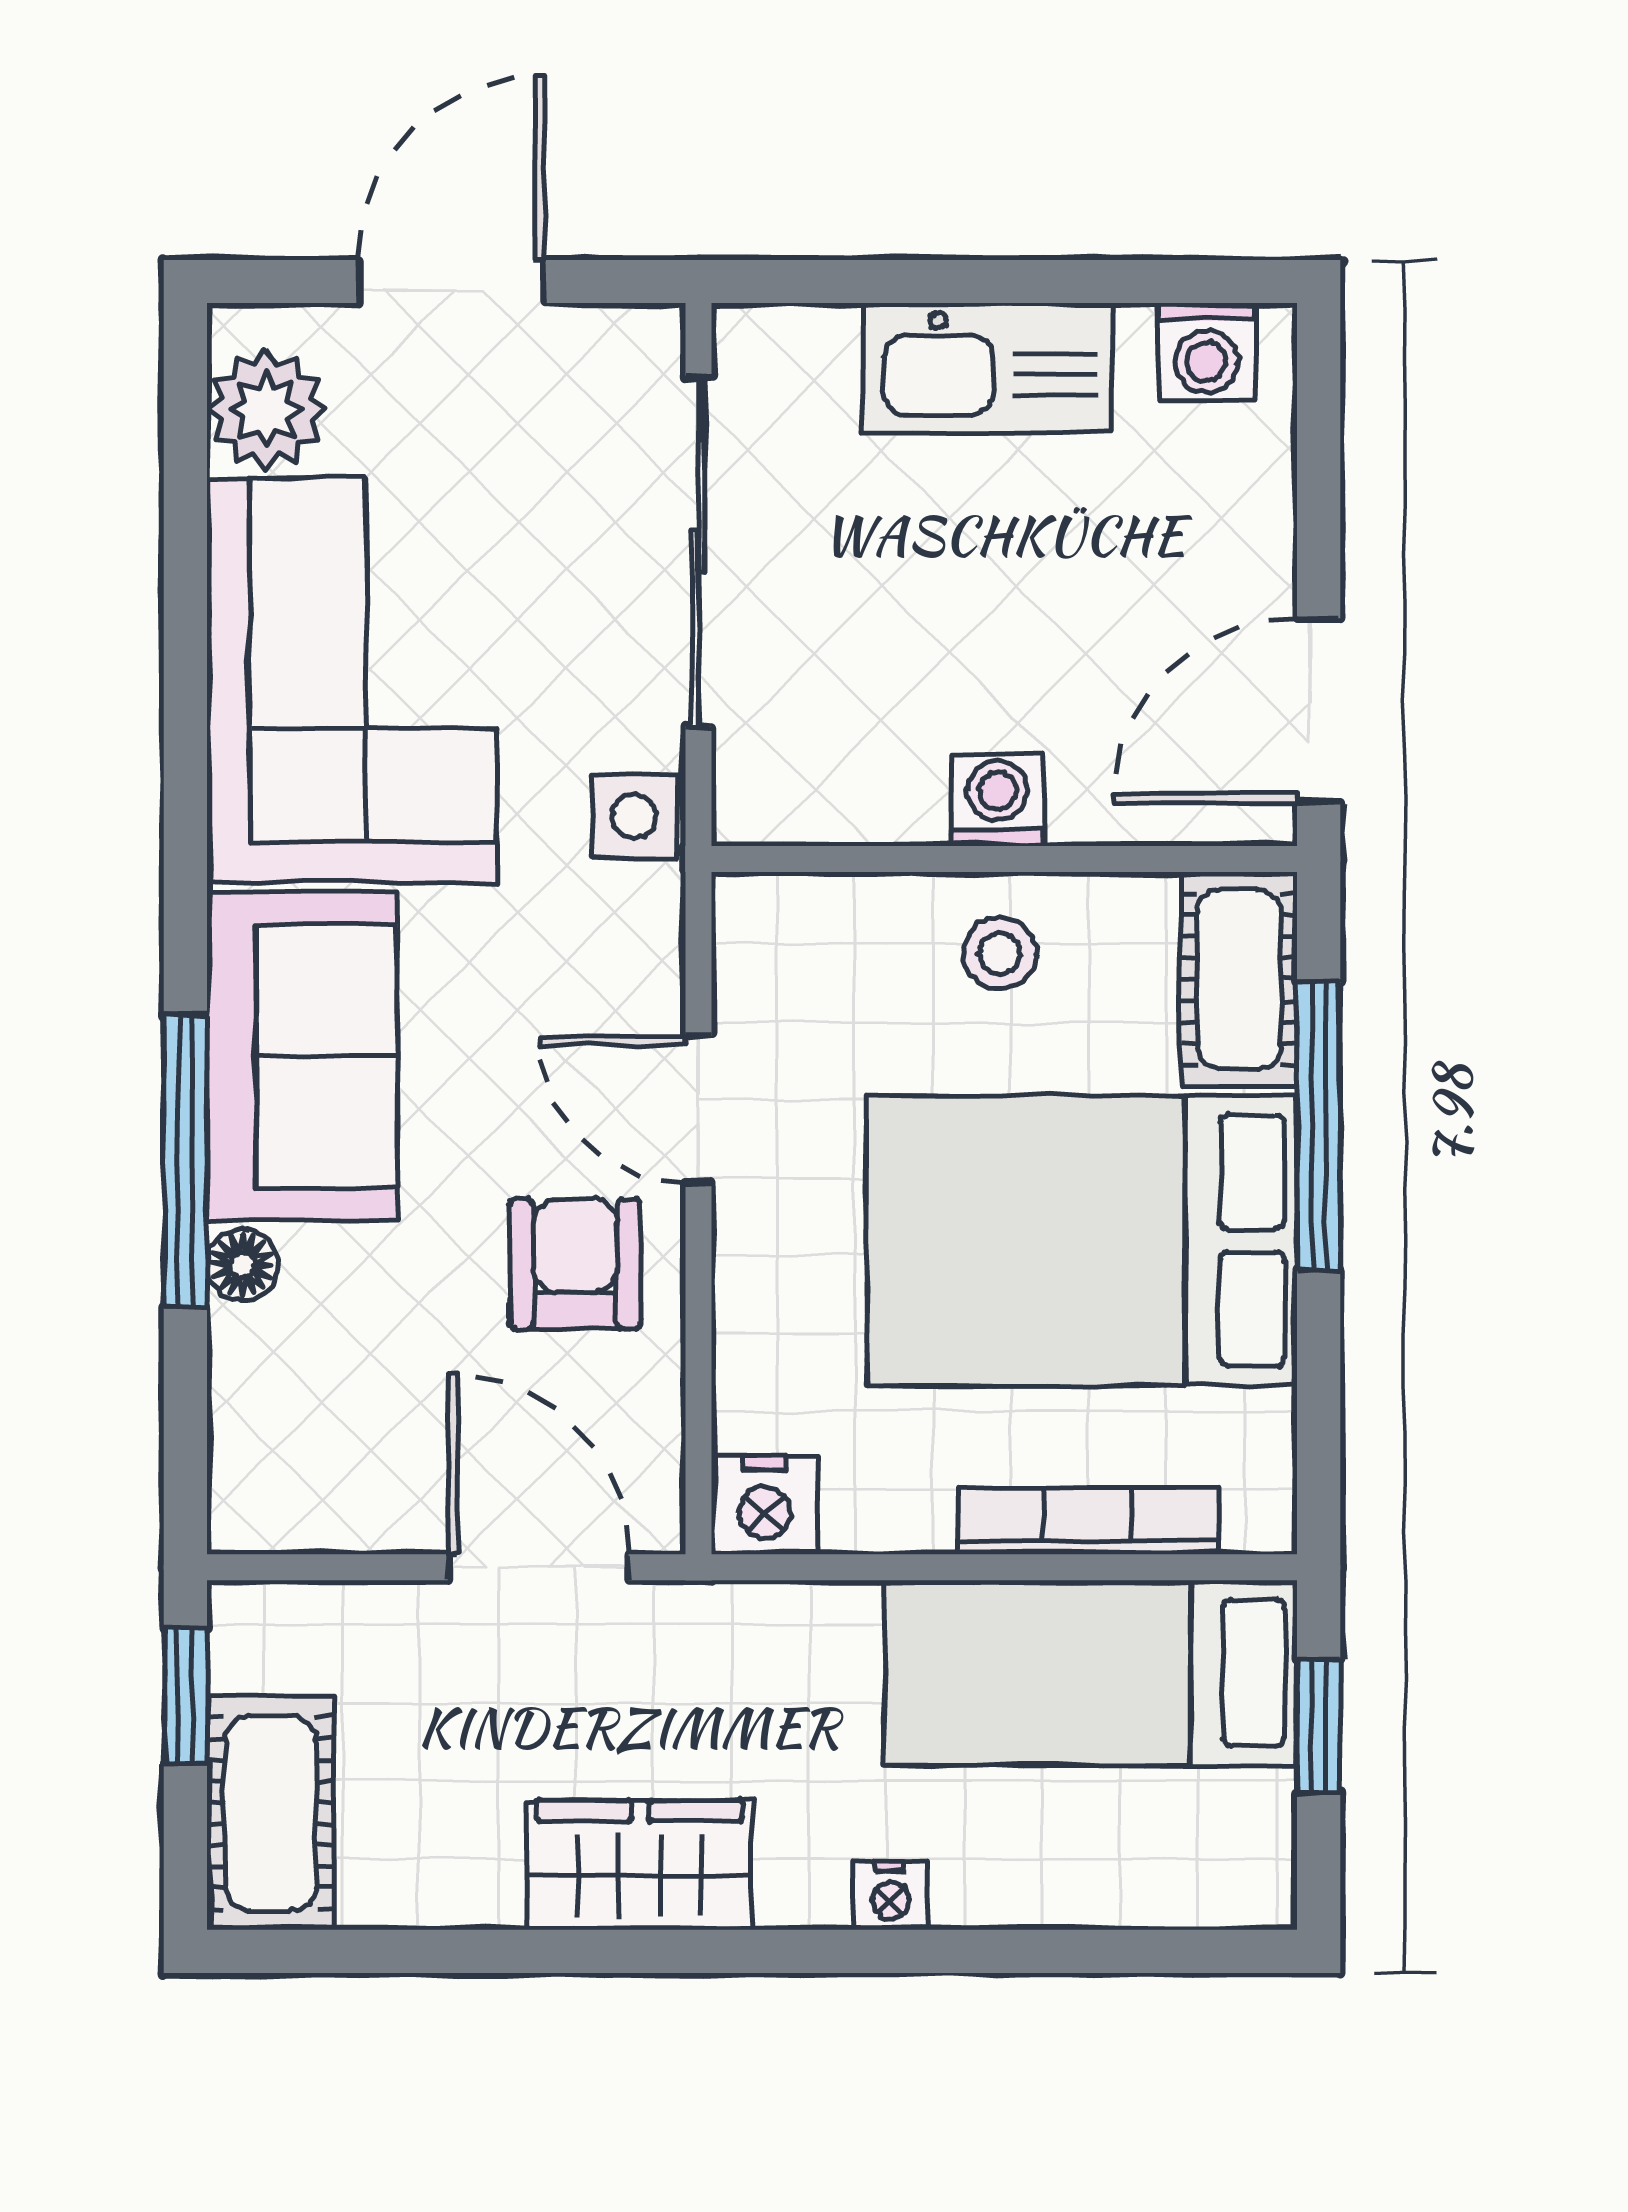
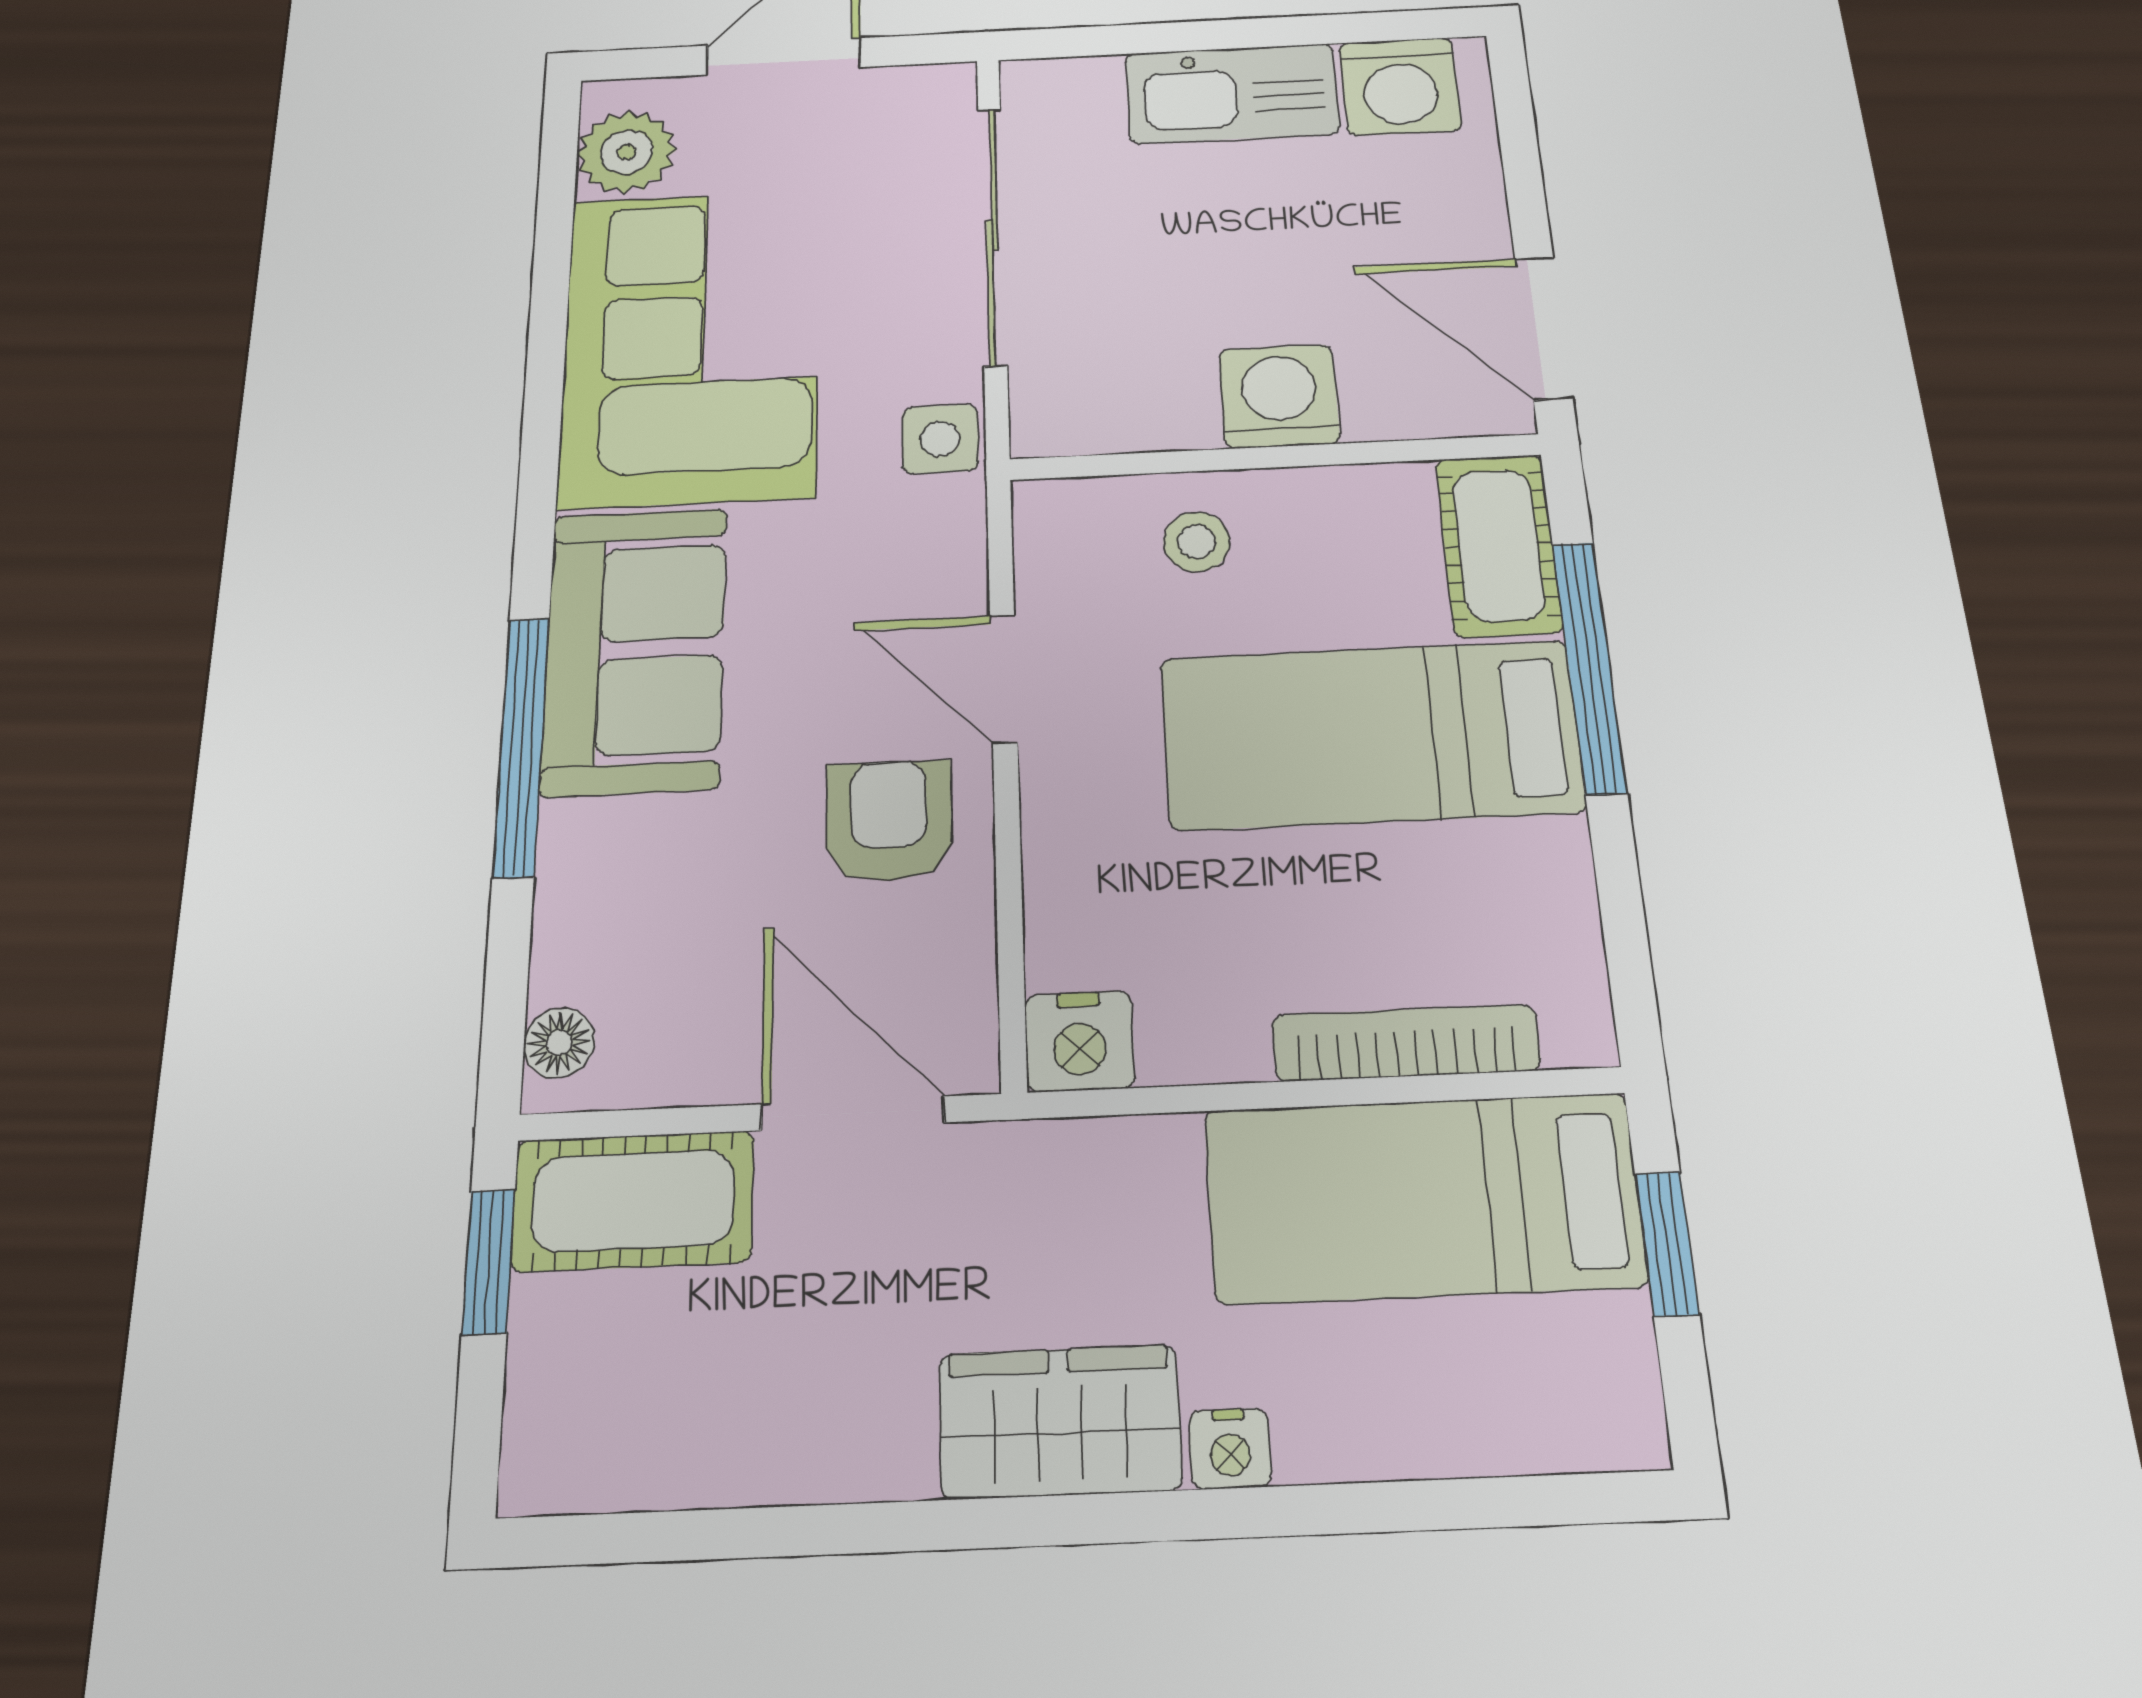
washing machine: (1206, 352) -> (1400, 86), width x1.38, depth x1.38
door: (1319, 710) -> (1544, 328), hinge flipped
washing machine: (997, 800) -> (1279, 396), width x1.38, depth x1.38
stool: (1000, 953) -> (1197, 542), moved
bed: (1082, 1241) -> (1371, 735), width x0.67
floor lamp: (243, 1265) -> (559, 1043), moved
cot: (270, 1813) -> (633, 1201), moved, turned 90
wardrobe: (640, 1865) -> (1060, 1422), moved

